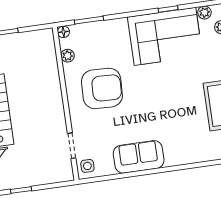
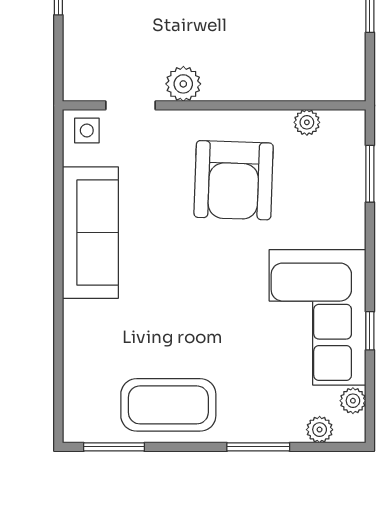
floor lamp: (63, 32) -> (354, 121), removed
plant: (57, 121) -> (183, 84), added
sofa: (139, 157) -> (90, 233), width x1.36

